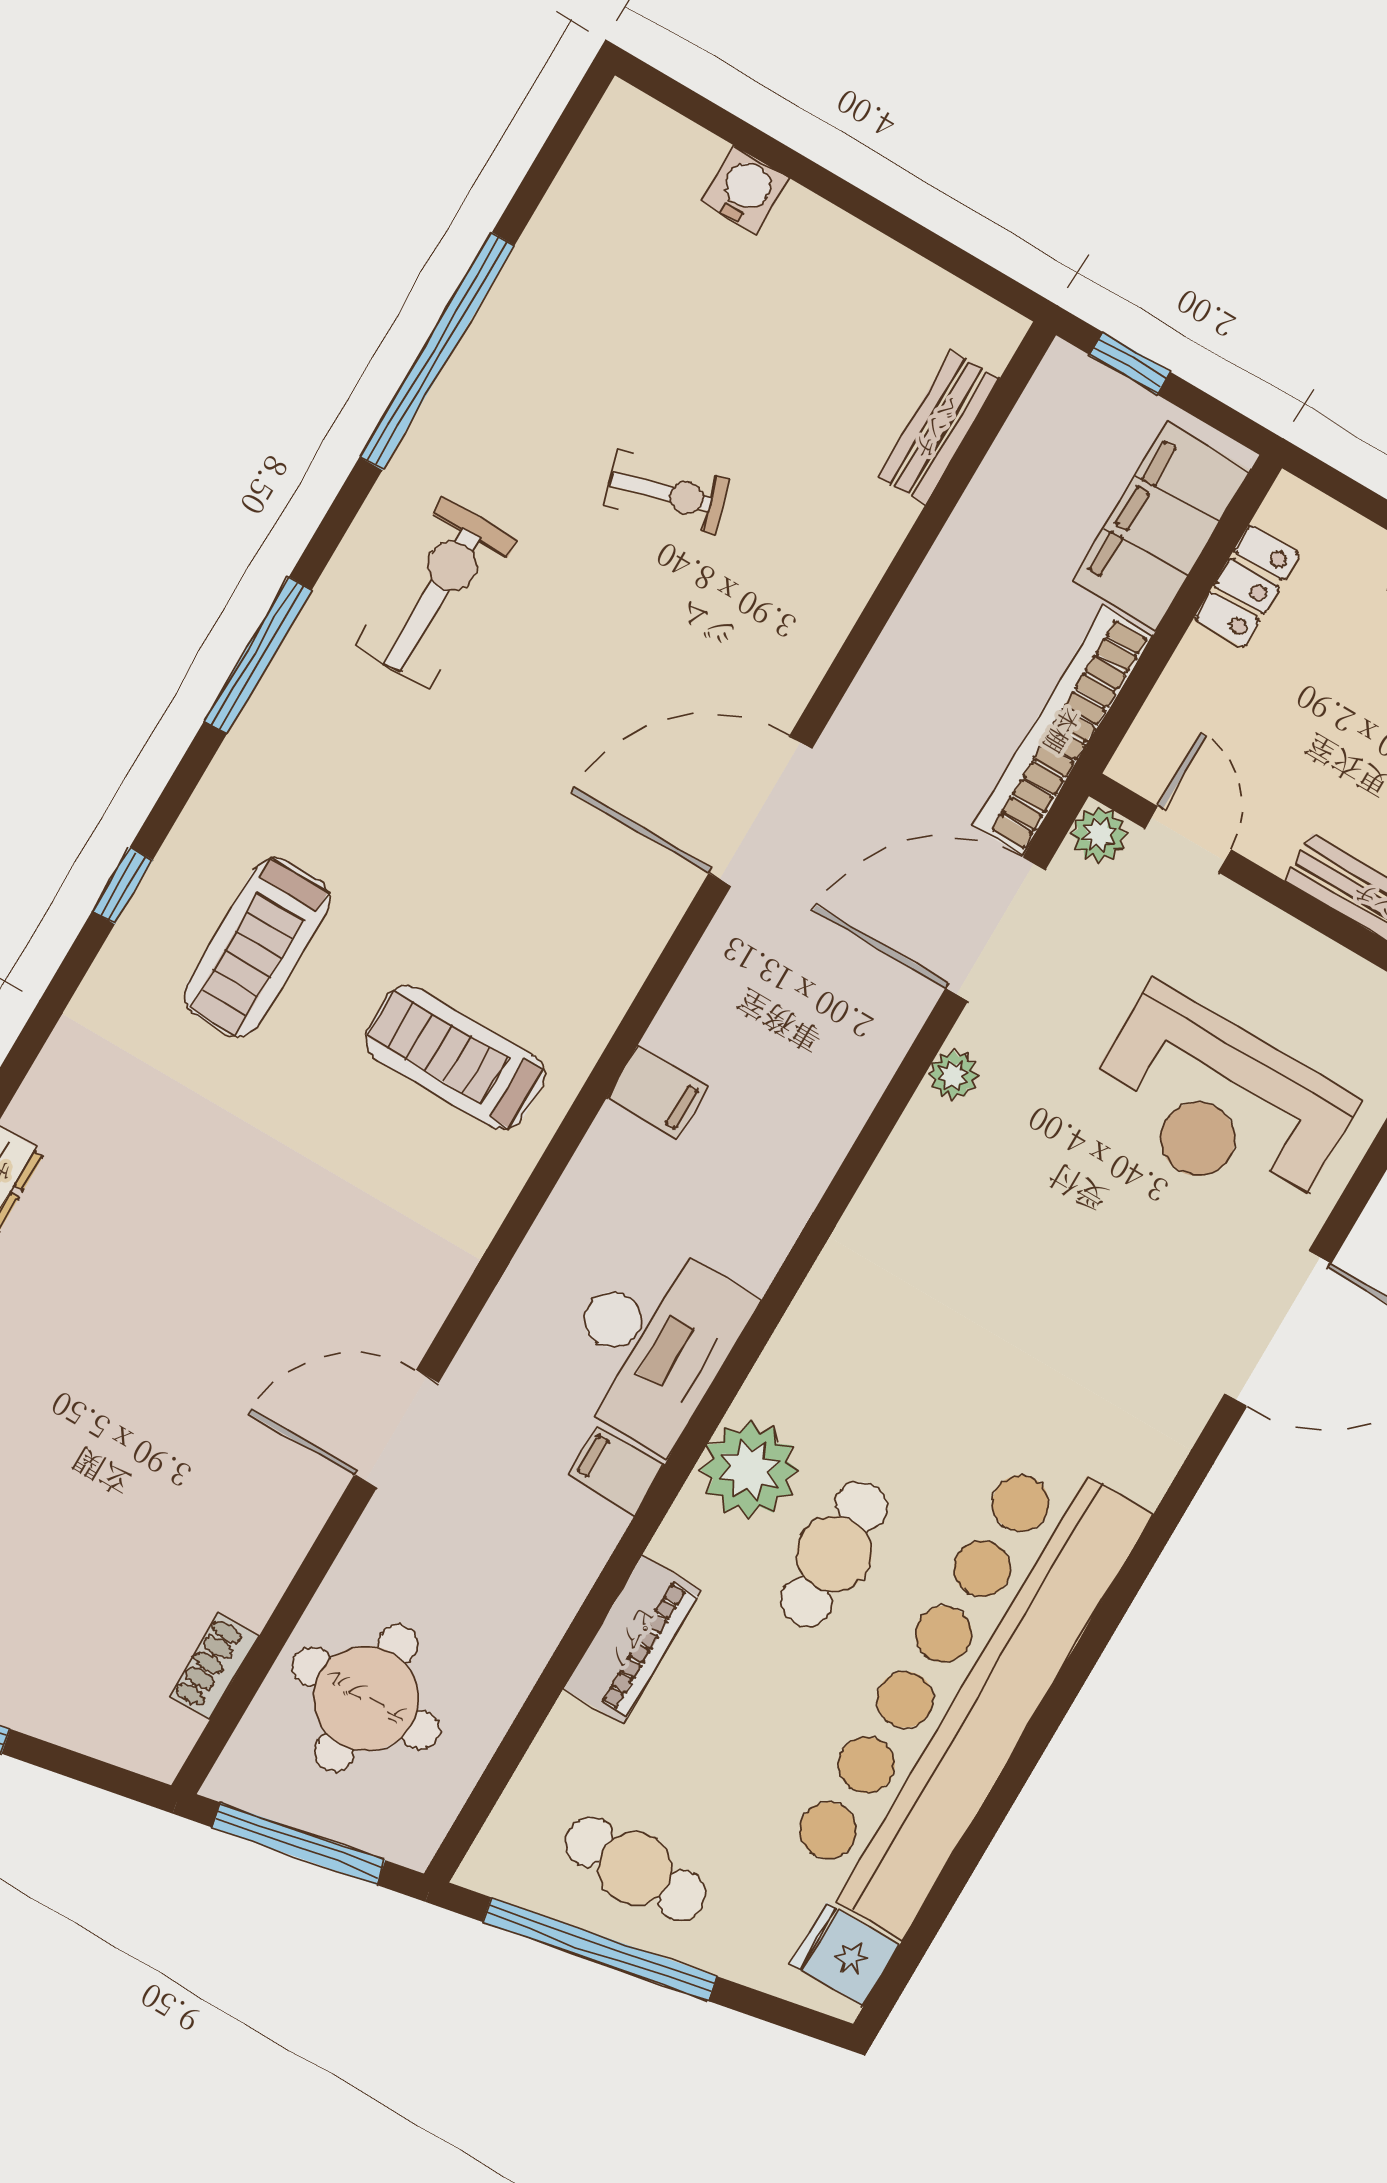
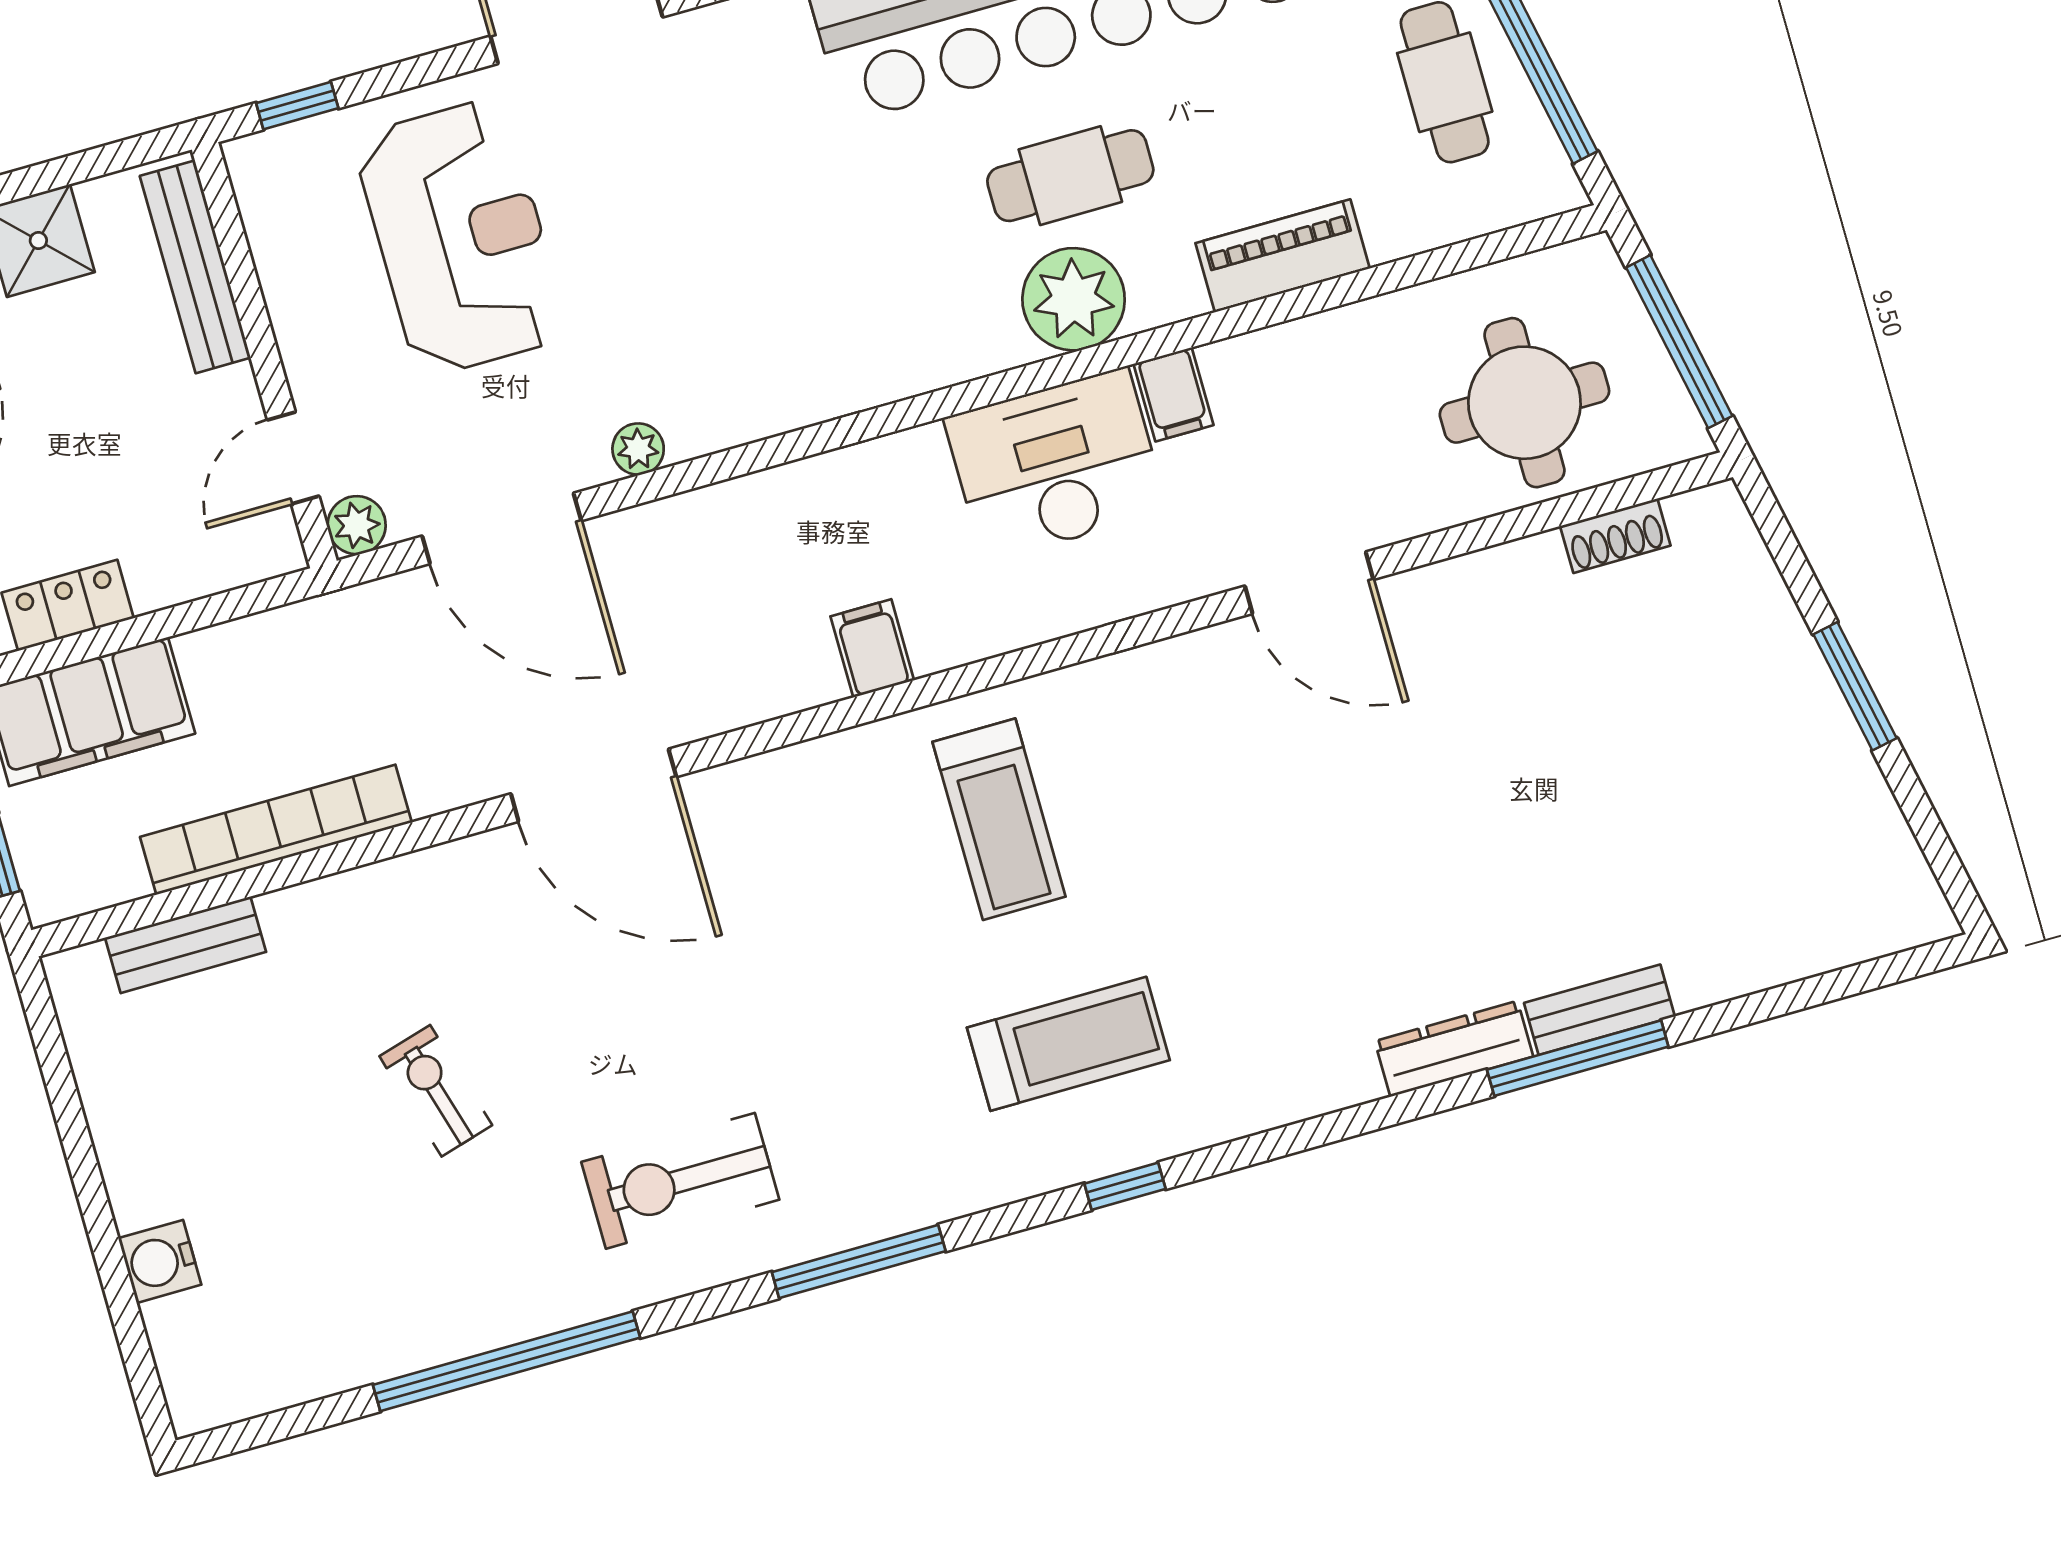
bookcase: (1063, 731) -> (276, 830), moved, turned 180

